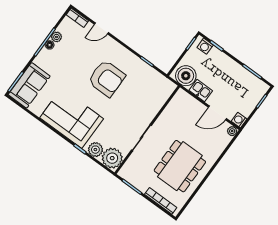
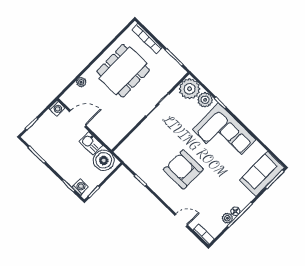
plant: (232, 131) -> (81, 82), moved

